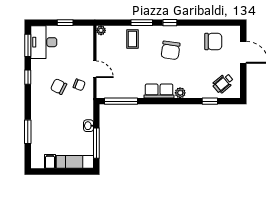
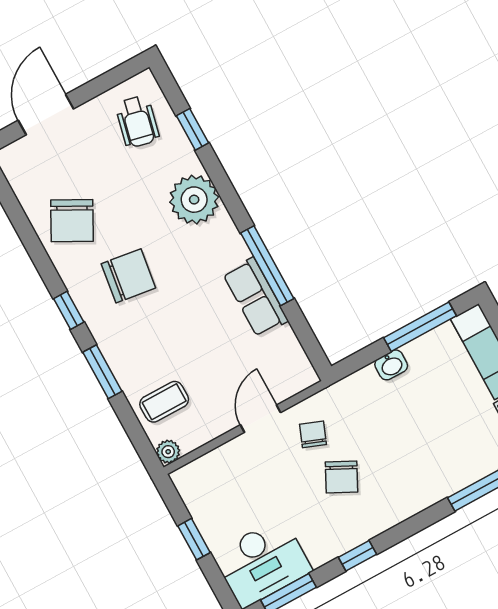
coffee table: (132, 39) -> (164, 402), moved
chair: (213, 42) -> (72, 221), moved, turned -152
wheelchair: (223, 83) -> (137, 122), turned 53
row of seats: (159, 91) -> (256, 297), moved
plant: (180, 93) -> (194, 200), width x1.87, depth x1.87
window: (121, 101) -> (267, 266), moved

